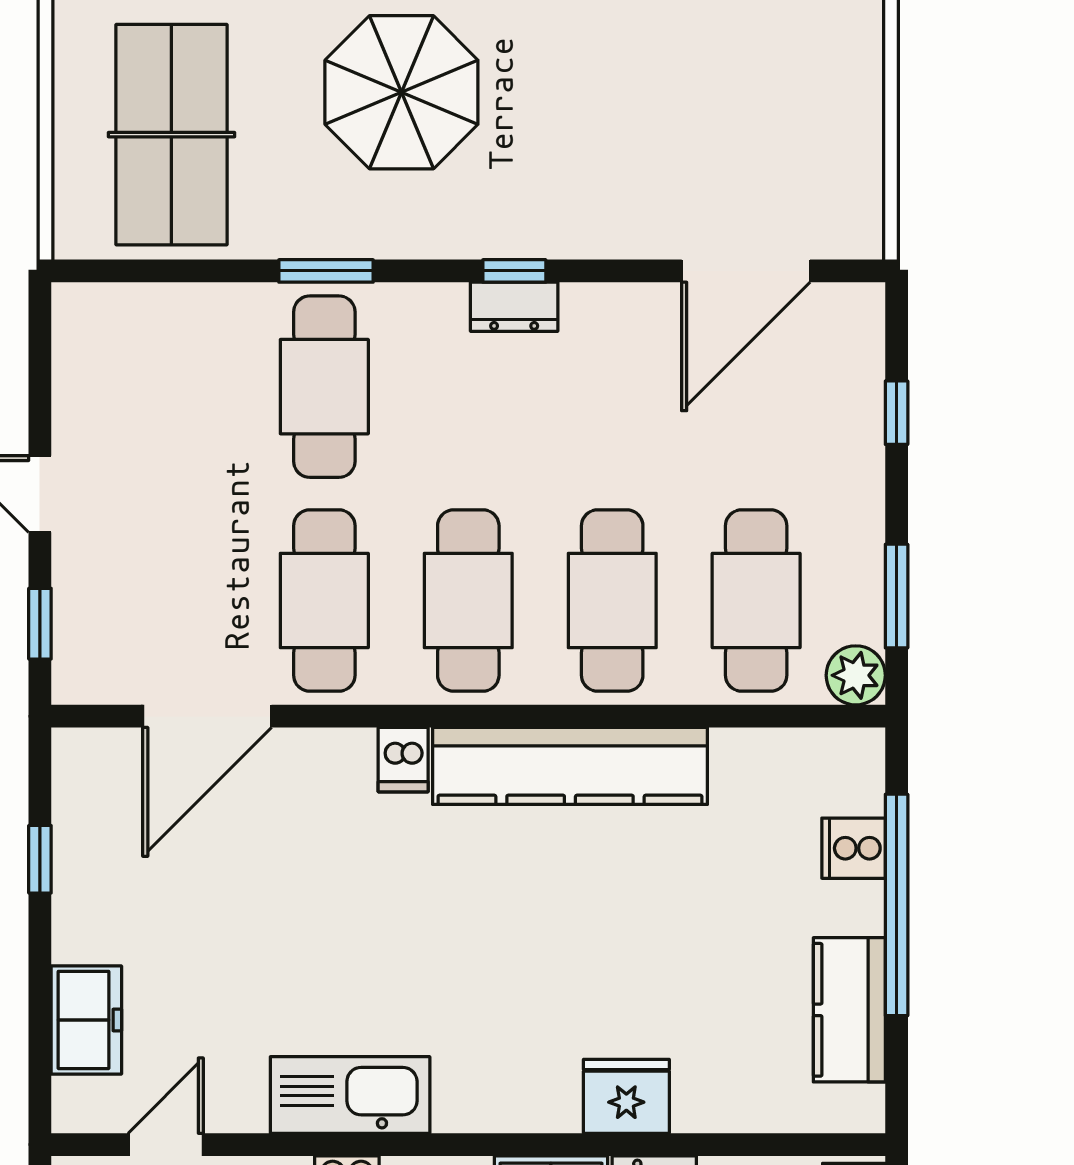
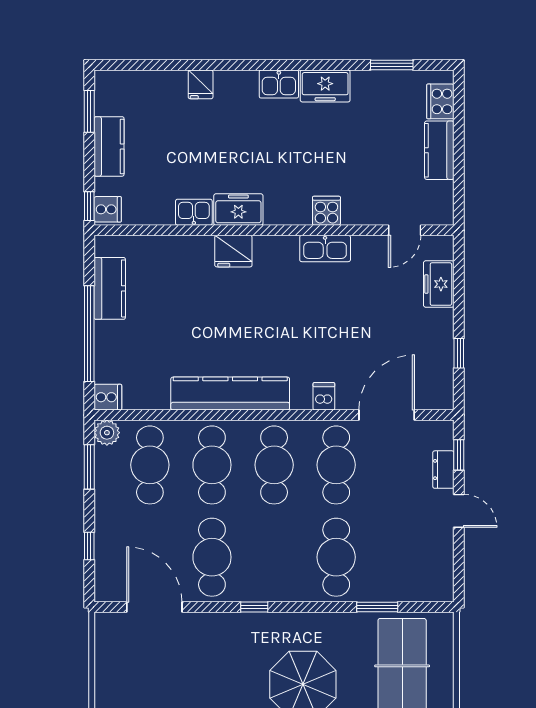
window: (326, 271) -> (377, 607), moved
door: (746, 271) -> (154, 607), hinge flipped
dresser: (514, 307) -> (443, 470), moved, turned -90
cafe table: (612, 387) -> (212, 557), added
dishwasher: (403, 760) -> (324, 396), moved
cooker: (854, 848) -> (108, 397), moved
kitchen sink: (350, 1095) -> (325, 248), width x0.73, depth x0.81
fridge: (626, 1096) -> (233, 251), moved

